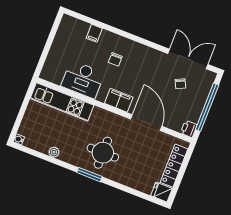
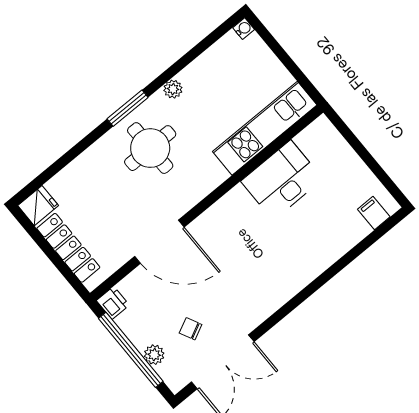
filing cabinet: (94, 33) -> (374, 213), moved
chair: (115, 59) -> (285, 248), removed
plant: (203, 95) -> (154, 355), added
filing cabinet: (119, 100) -> (218, 218), removed
plant: (54, 152) -> (173, 89), moved

